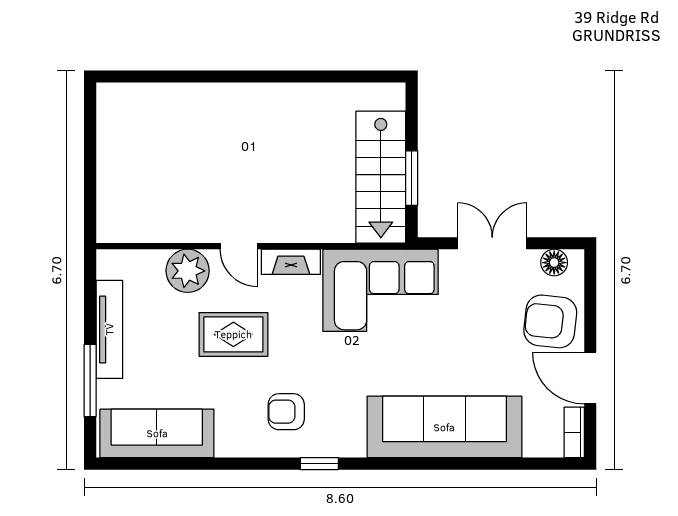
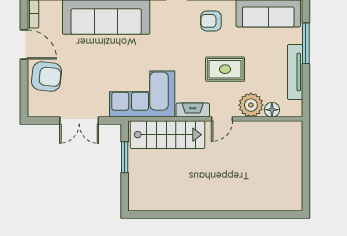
stairs: (381, 177) -> (168, 135), moved, turned 90
door: (239, 246) -> (222, 119), swing flipped
floor lamp: (554, 263) -> (272, 110), moved
armchair: (286, 412) -> (211, 21), moved, turned 180

